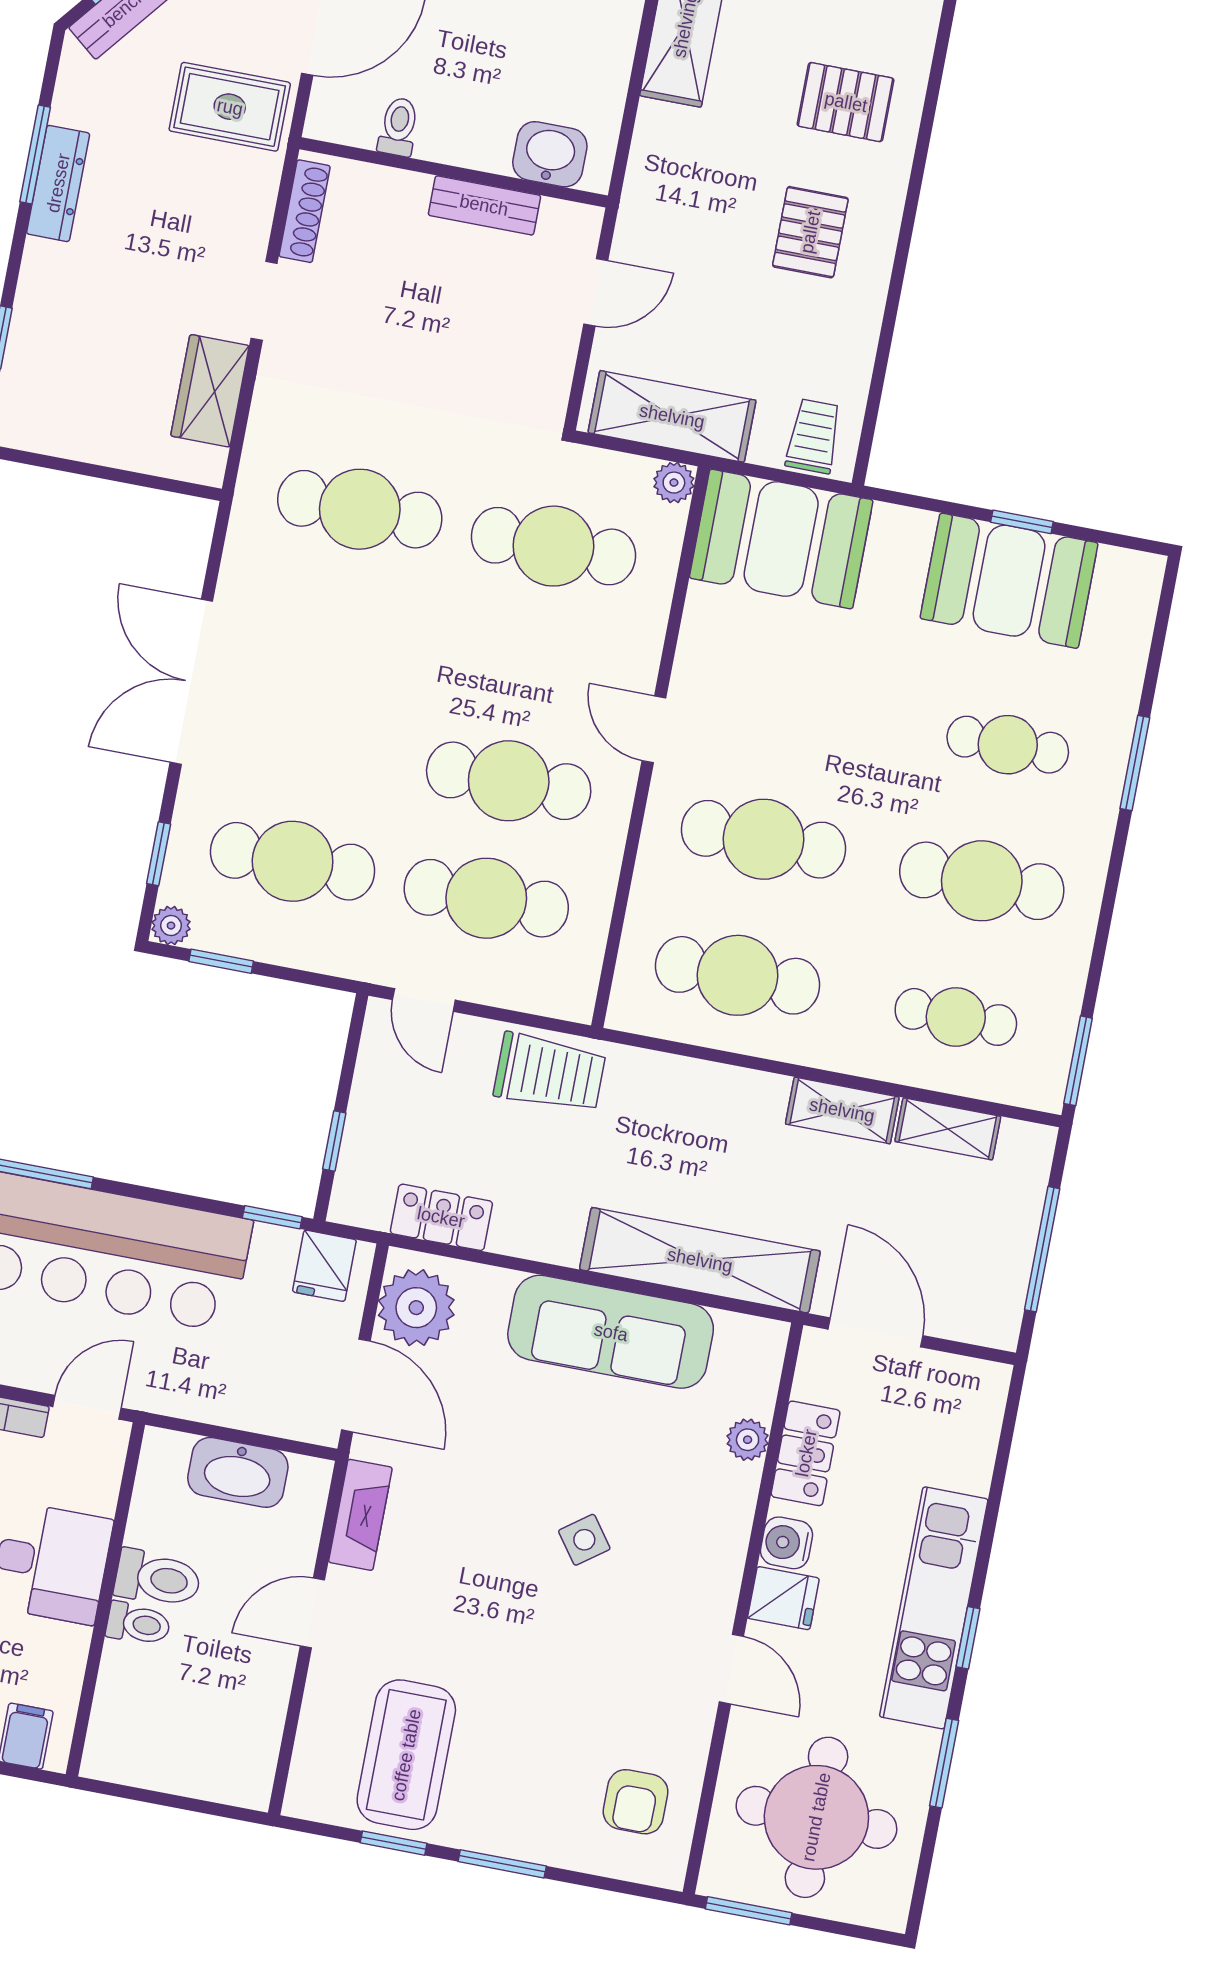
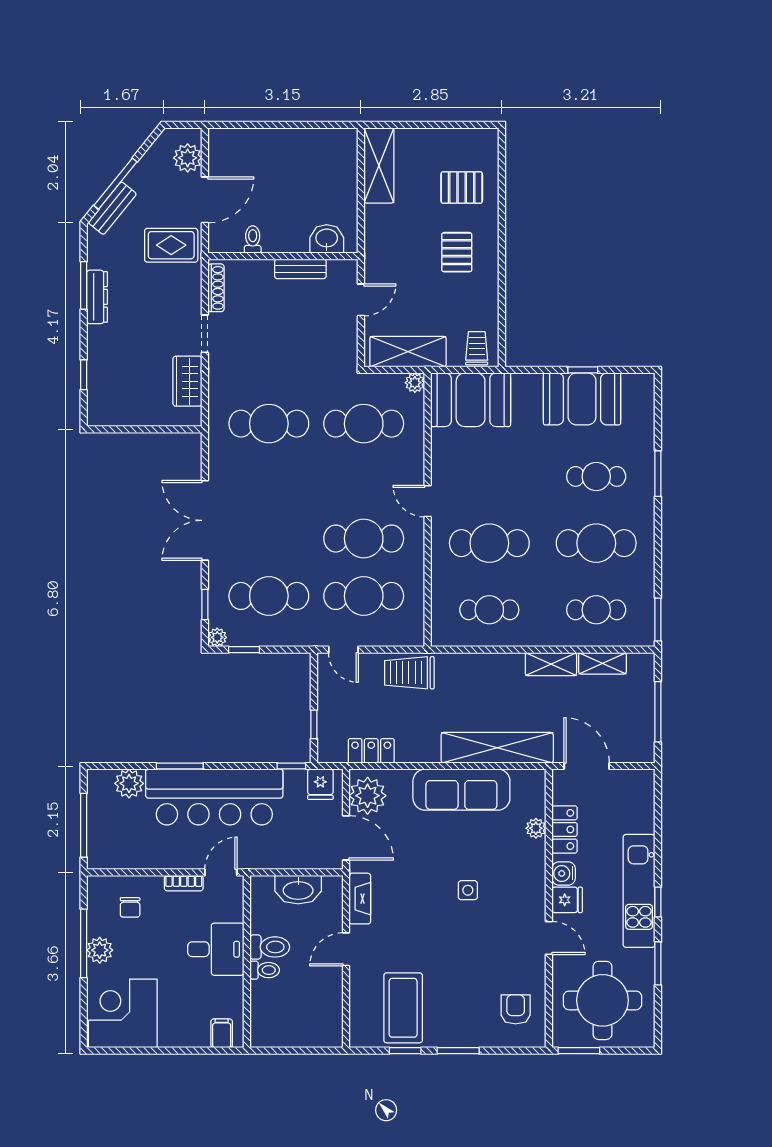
cafe table: (738, 975) -> (489, 610), width x0.73, depth x0.74
trolley: (550, 1073) -> (409, 673), turned 180
side table: (584, 1540) -> (468, 890), turned 36
armchair: (636, 1802) -> (516, 1009), turned 180

